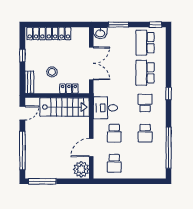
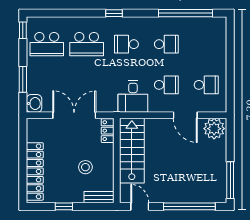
locker: (69, 89) -> (108, 131), moved

